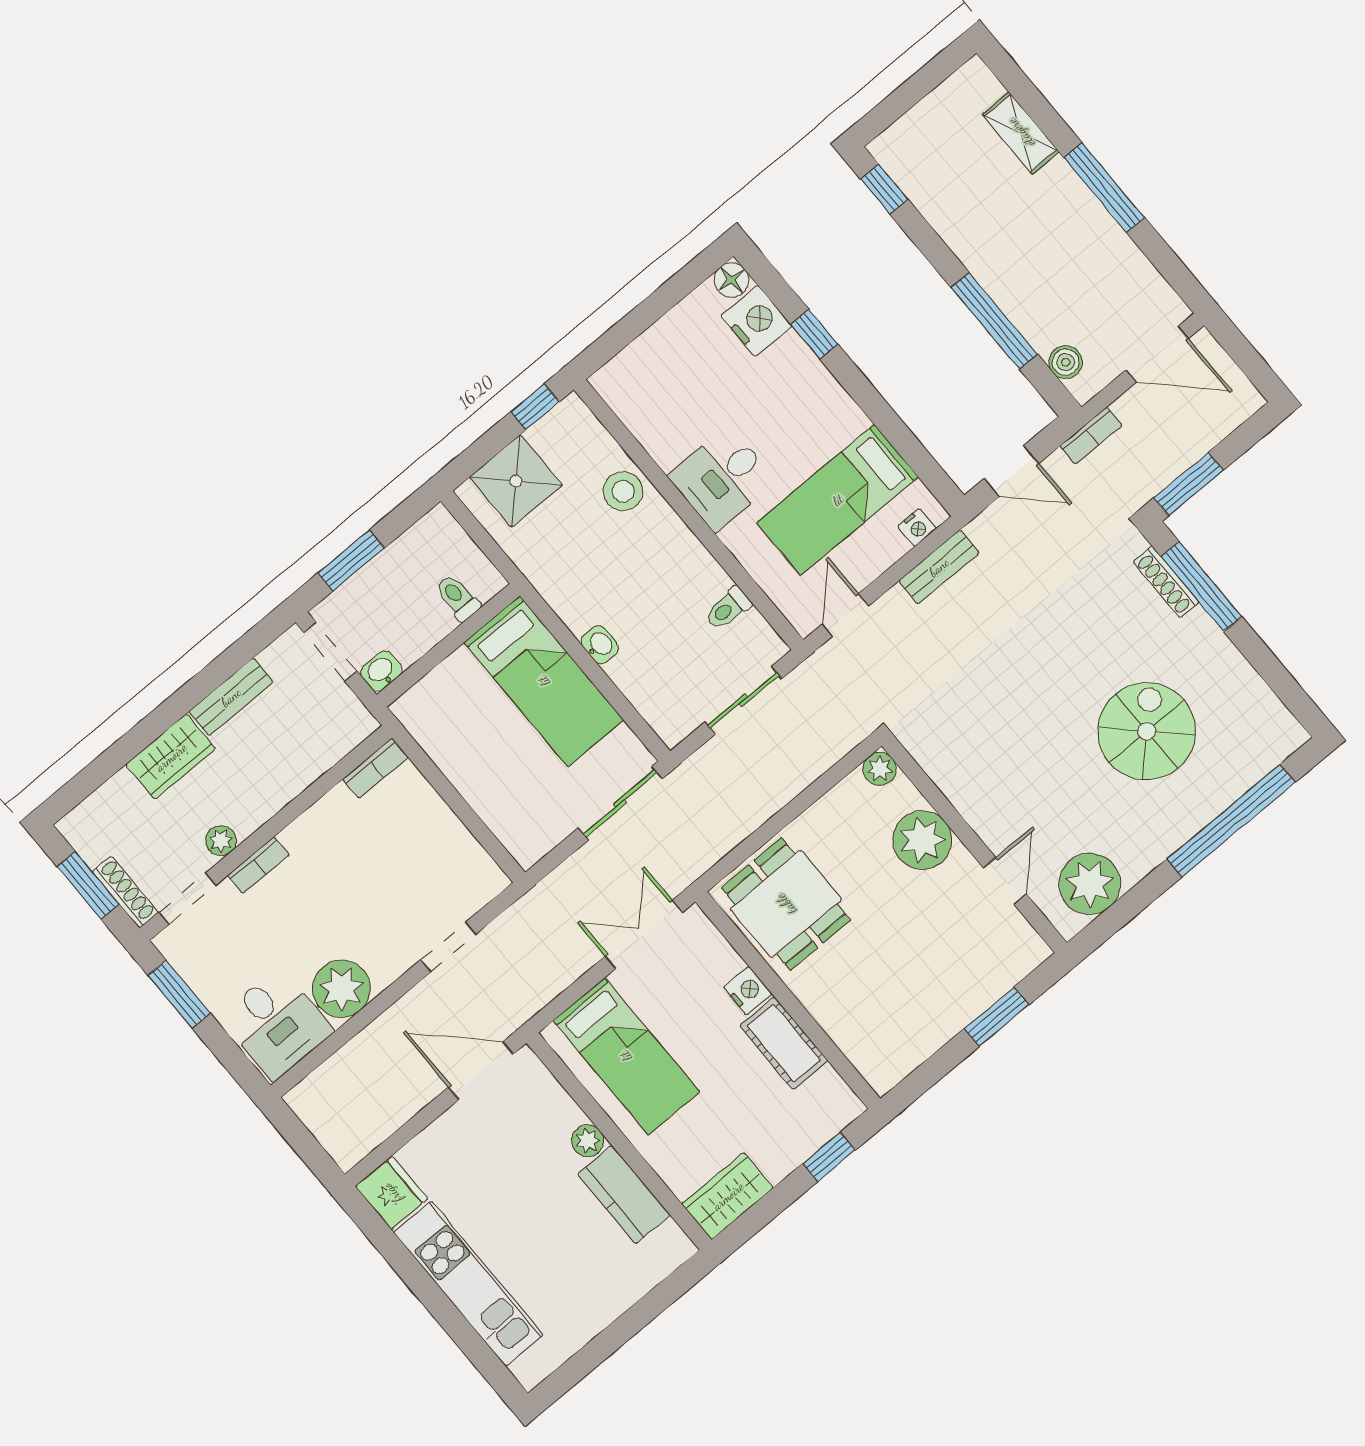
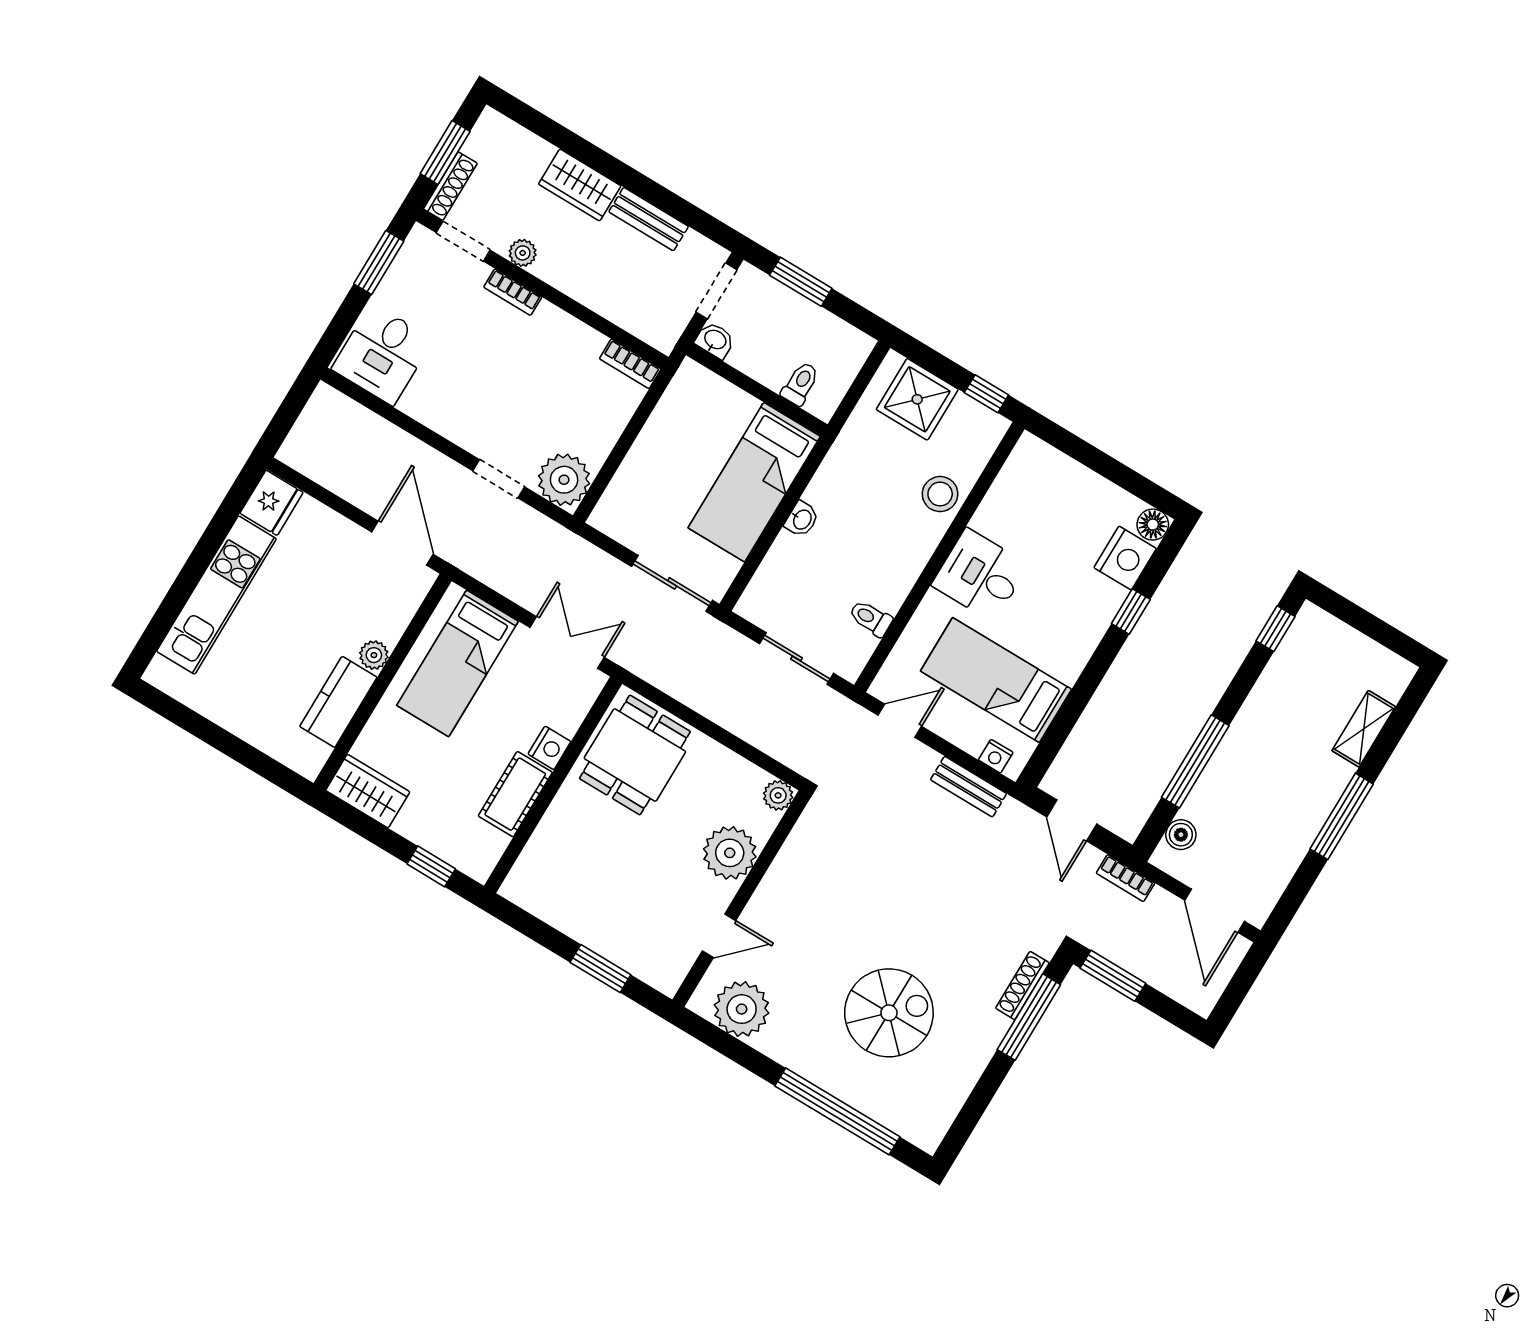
plant: (341, 989) -> (564, 480), moved

